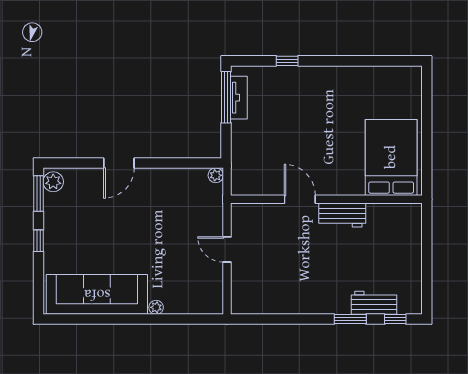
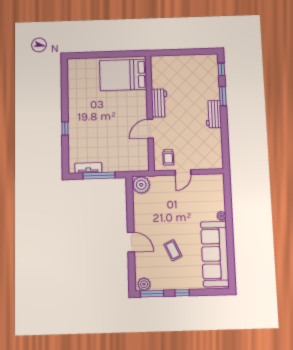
window: (287, 61) -> (65, 128), moved
window: (226, 97) -> (99, 176), moved
plant: (216, 175) -> (141, 185), width x1.88, depth x1.88
trolley: (252, 227) -> (168, 157), added
coffee table: (104, 229) -> (173, 250), added
workbench: (374, 303) -> (214, 114), moved

